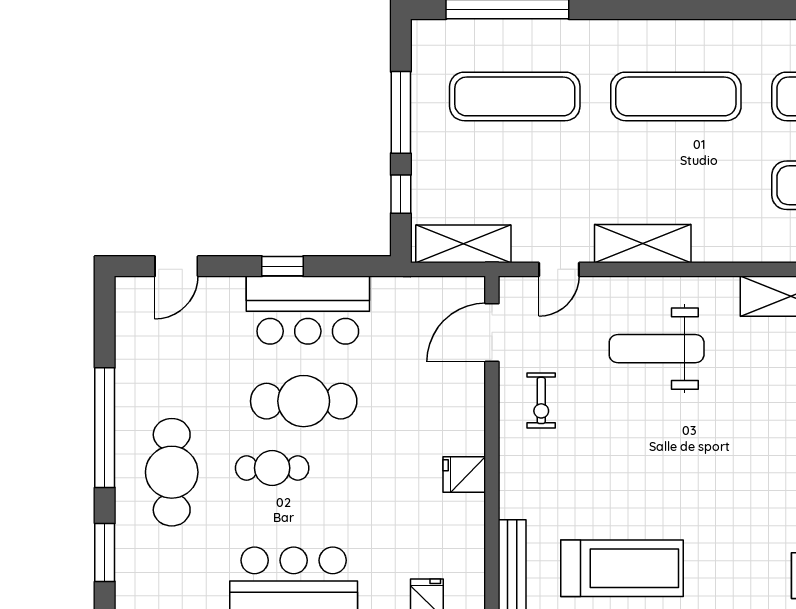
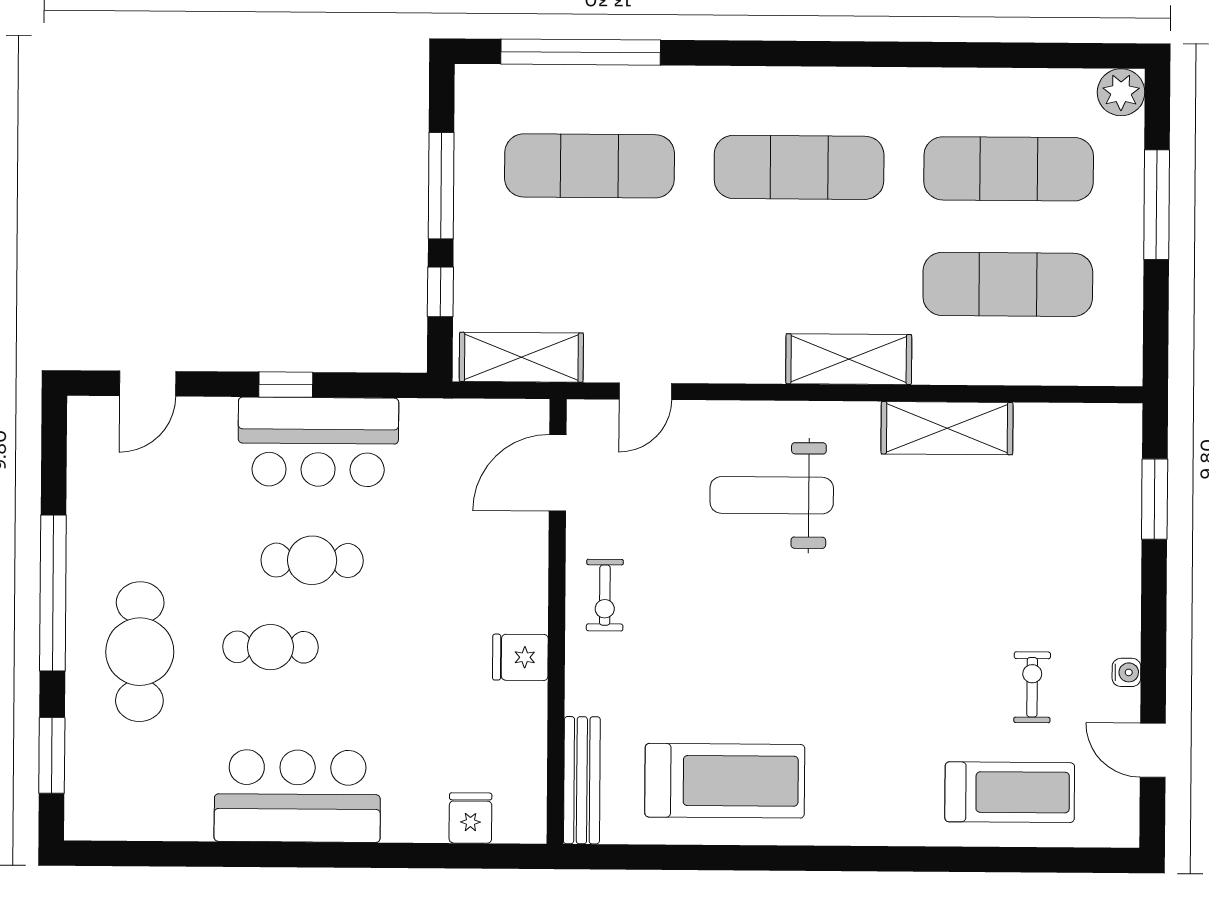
shelving: (643, 244) -> (849, 359), moved
exercise bike: (541, 400) -> (605, 595), moved
cafe table: (304, 401) -> (312, 560), width x0.73, depth x0.74

